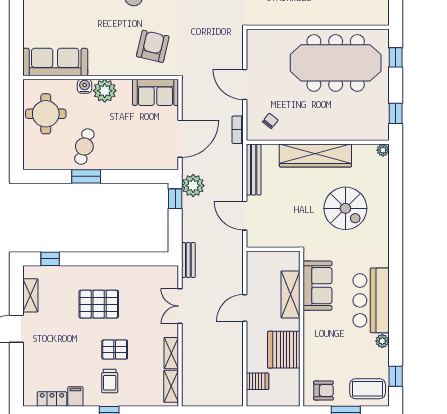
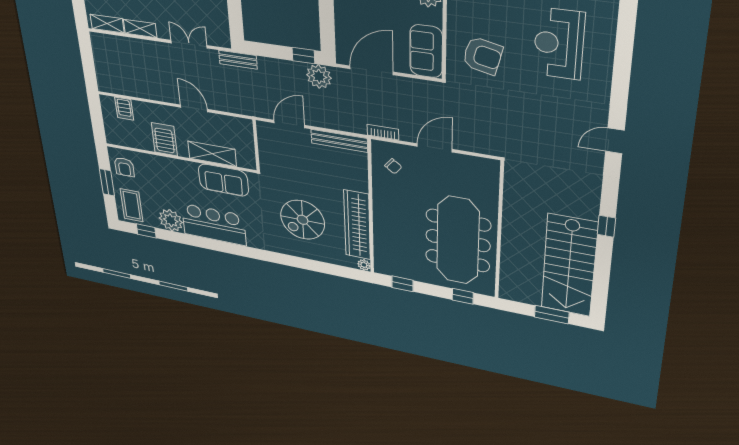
door: (180, 139) -> (371, 70), swing flipped
wardrobe: (315, 155) -> (357, 225), moved
plant: (382, 341) -> (171, 220), width x1.87, depth x1.87
server rack: (284, 350) -> (164, 139), width x0.62

